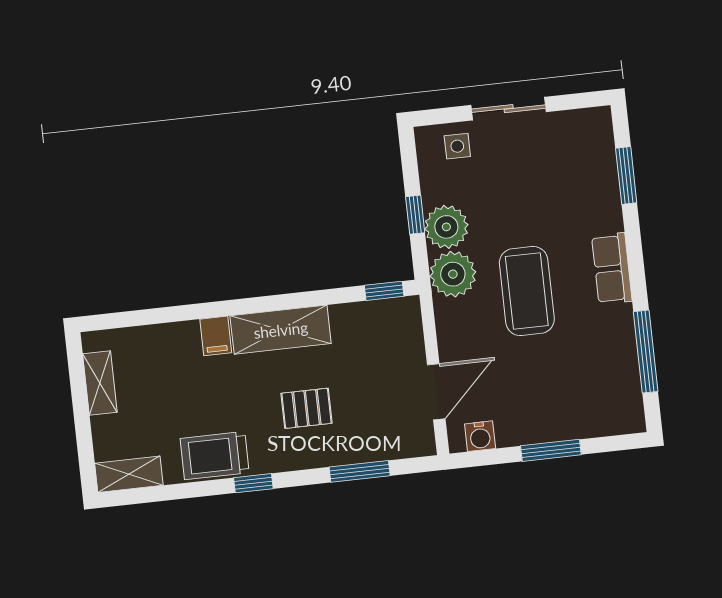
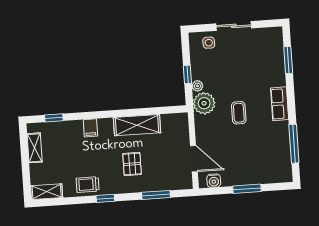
plant: (446, 227) -> (197, 86), width x0.53, depth x0.53
window: (384, 291) -> (54, 118), moved
coffee table: (527, 291) -> (239, 113), width x0.54, depth x0.58
shelving: (281, 330) -> (137, 125), moved
door: (436, 392) -> (194, 159), hinge flipped
pallet: (306, 408) -> (132, 164), turned 90
trolley: (215, 456) -> (88, 185), width x0.73, depth x0.72

